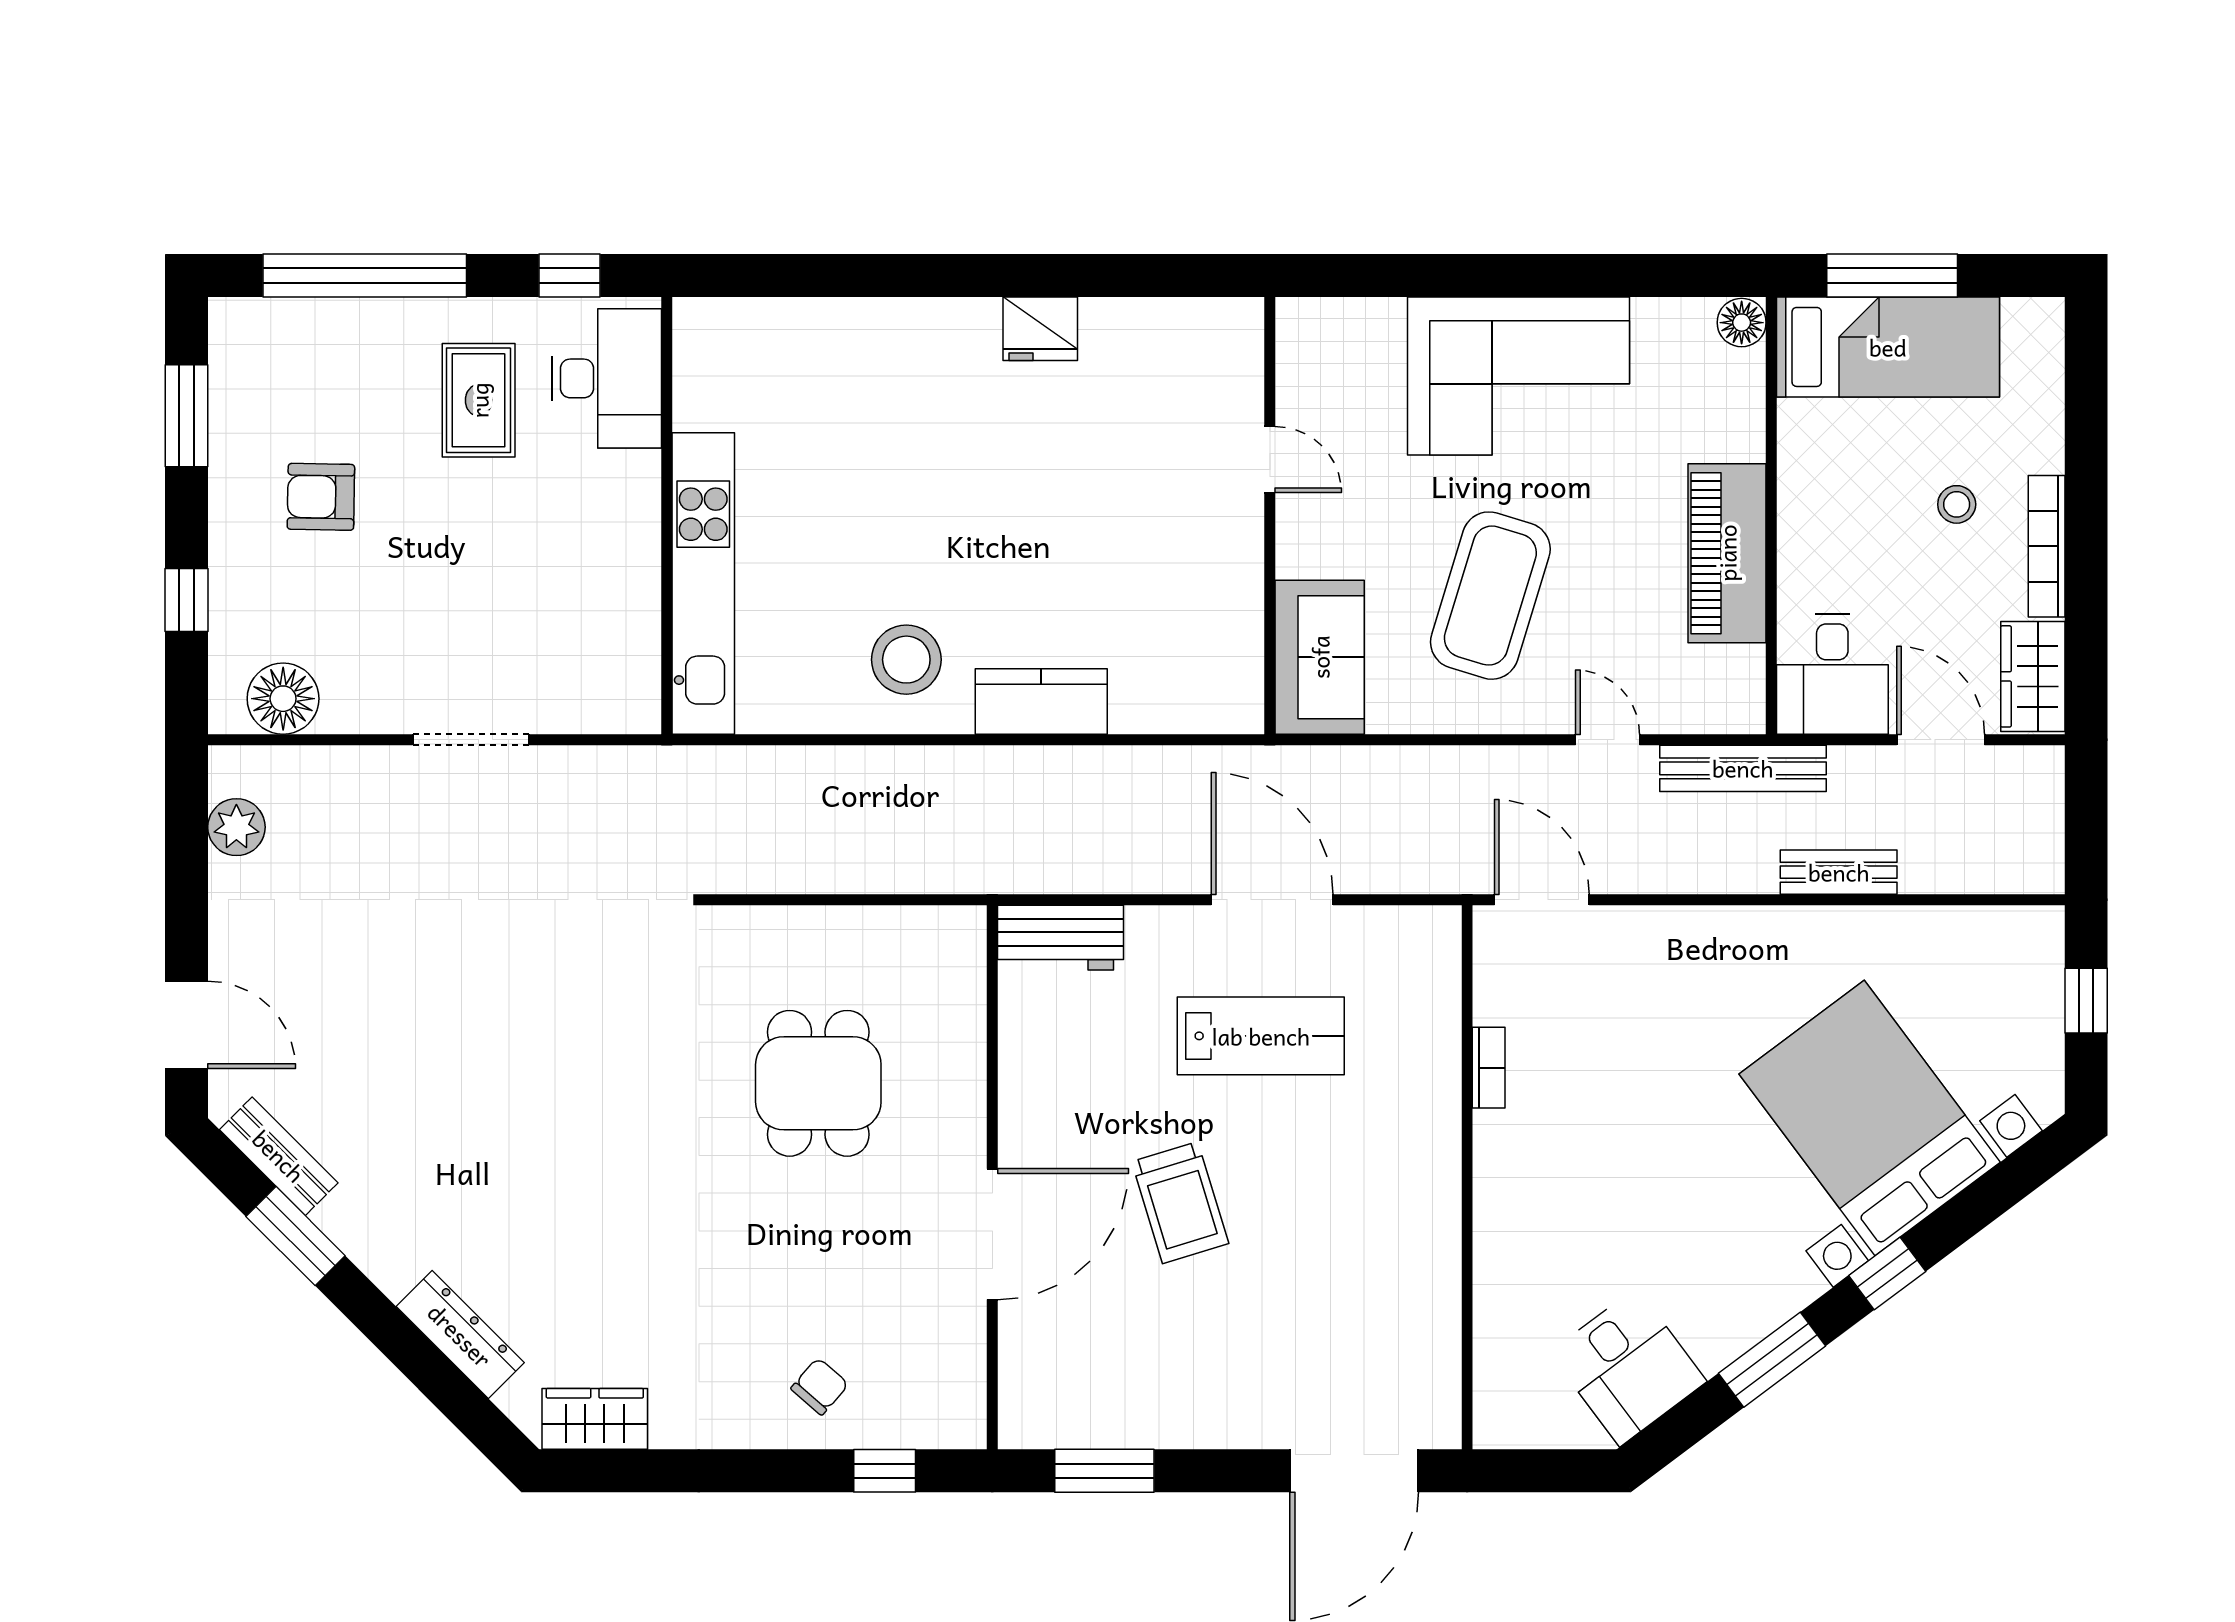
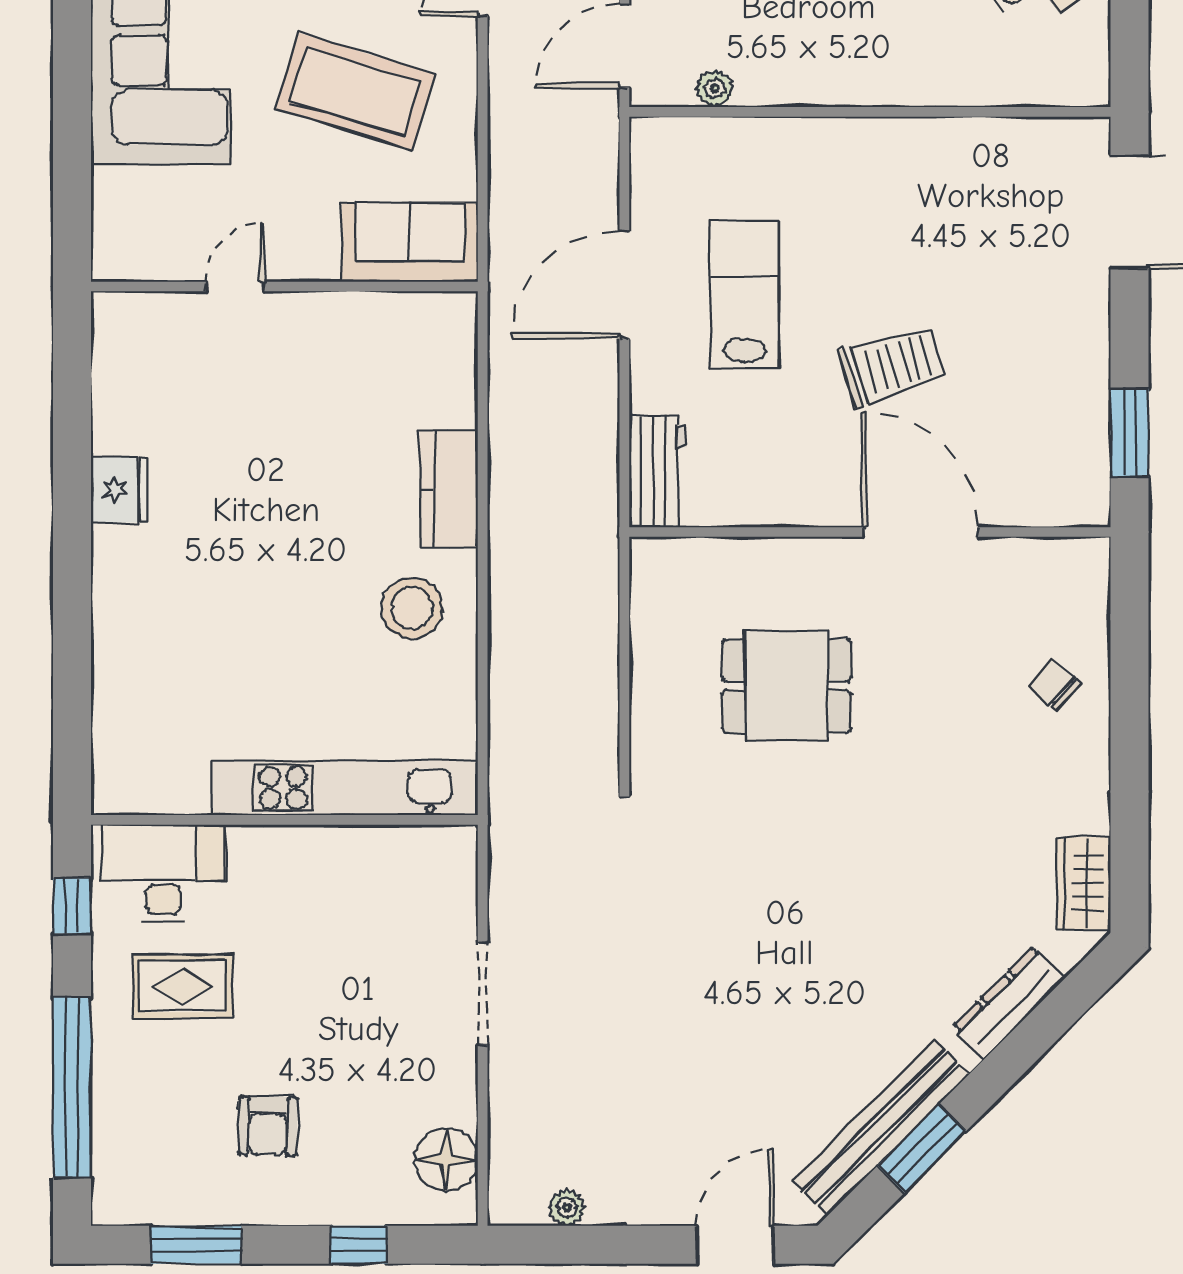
plant: (236, 827) -> (567, 1208), width x0.73, depth x0.73
plant: (1493, 1002) -> (715, 89), added
bookcase: (1489, 1068) -> (773, 93), removed
bench: (279, 1156) -> (881, 1127), width x1.86, depth x1.21
window: (885, 1471) -> (1129, 627), removed

